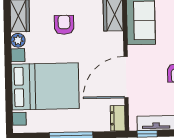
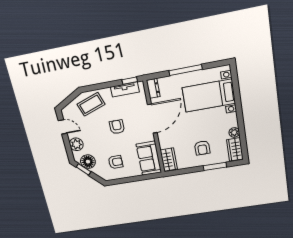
bed with nightstands: (45, 86) -> (209, 96), width x0.73

